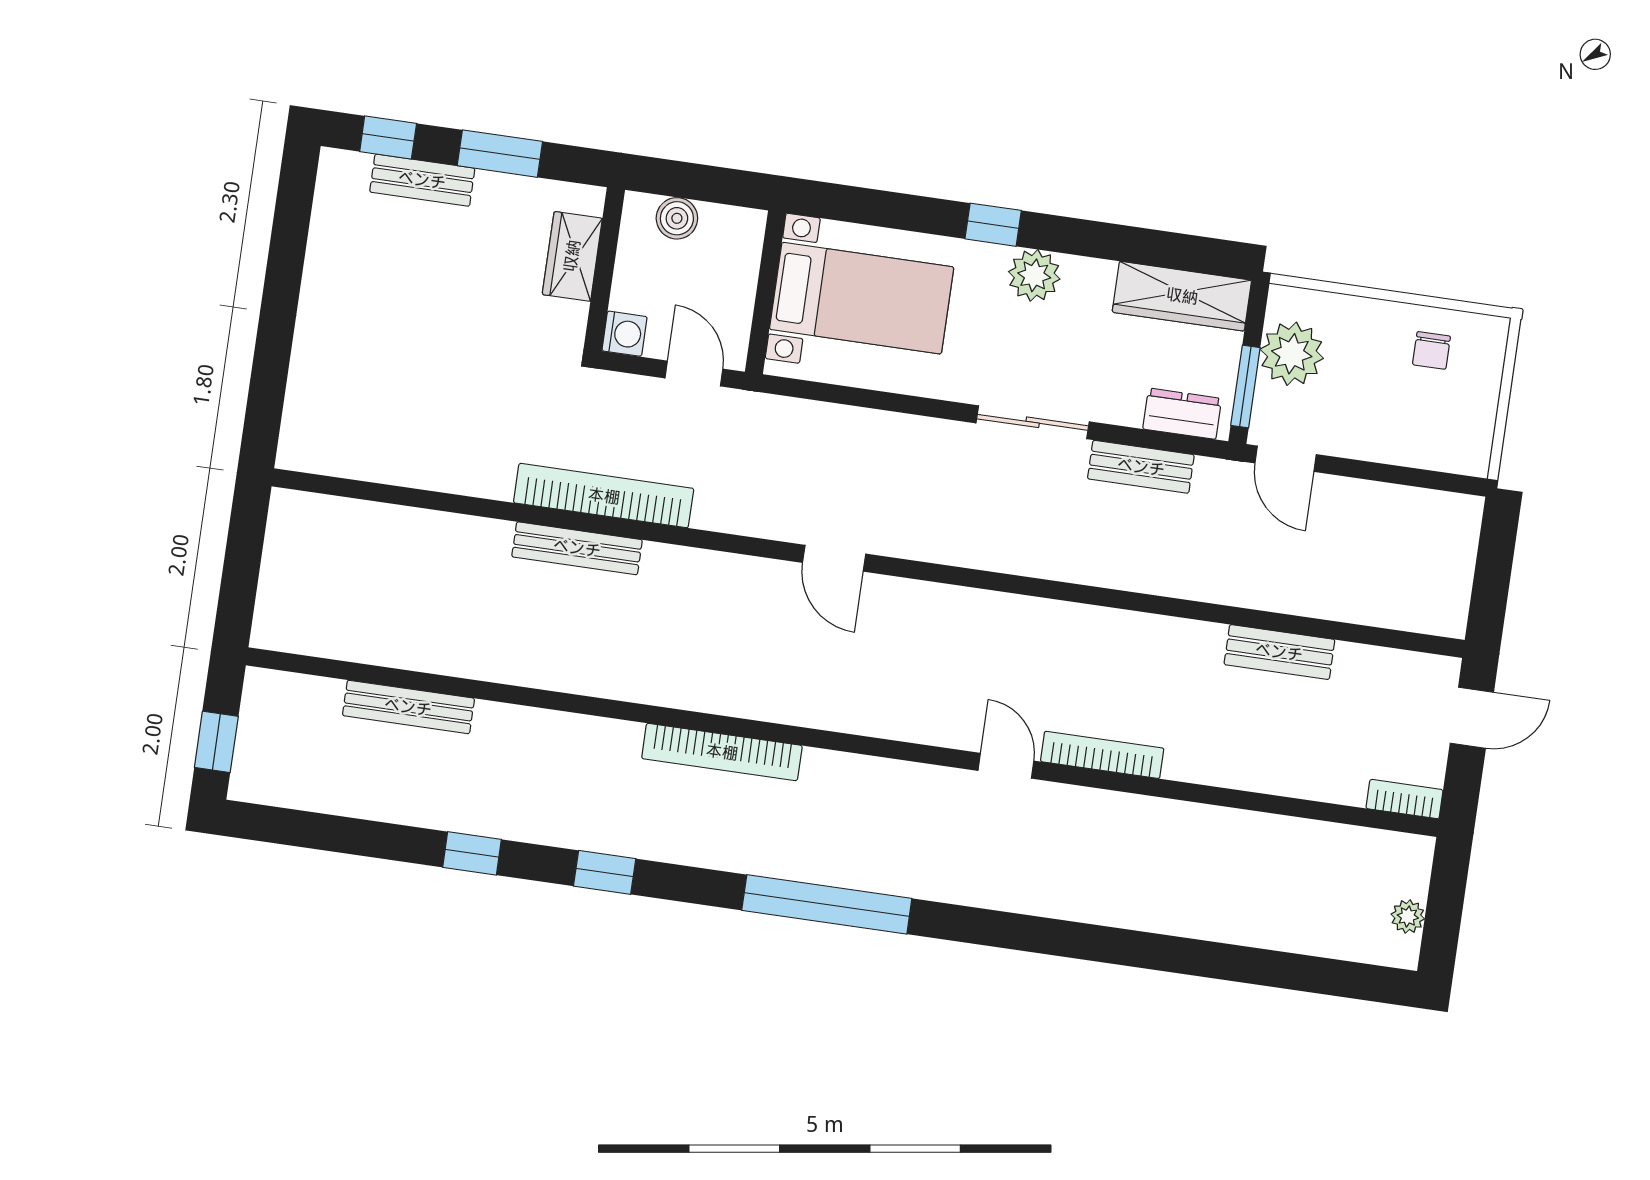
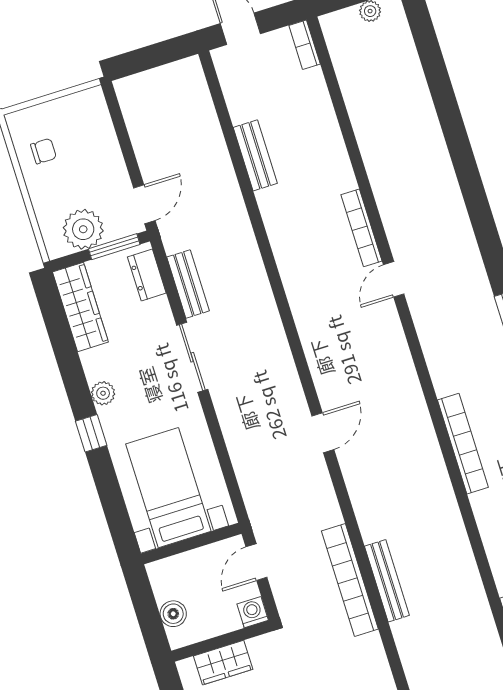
plant: (1034, 275) -> (103, 393), width x0.73, depth x0.73

